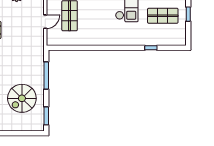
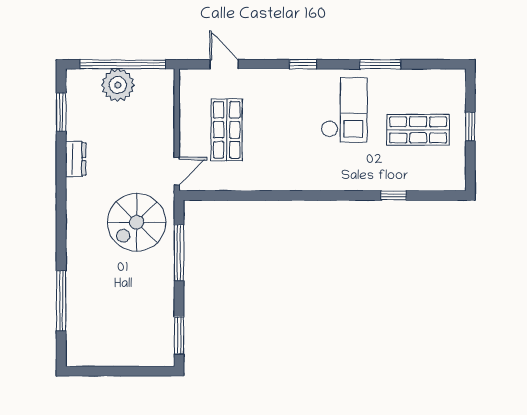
door: (45, 22) -> (177, 171), moved
spiral stairs: (22, 98) -> (137, 222), moved

